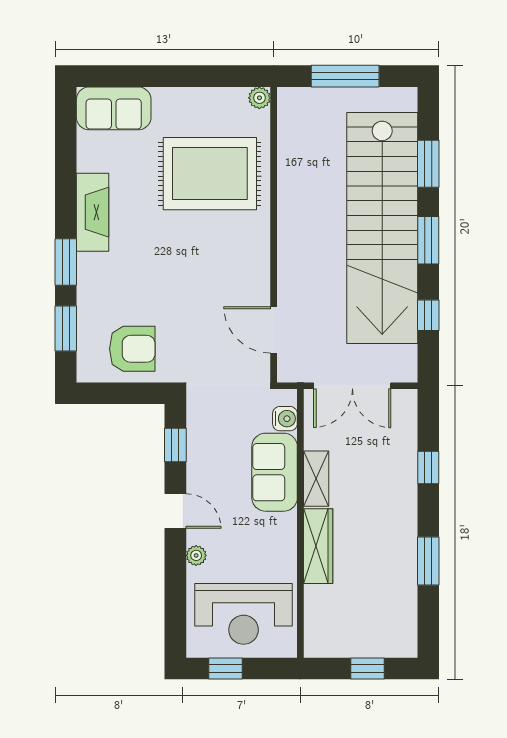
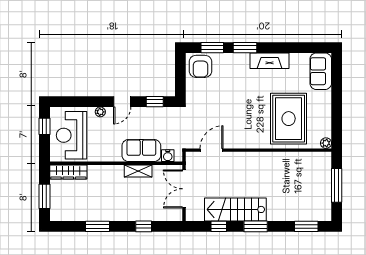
window: (428, 164) -> (306, 226), moved
stairs: (382, 228) -> (235, 209), width x0.54, depth x0.66
armchair: (132, 349) -> (200, 66), moved
wardrobe: (318, 546) -> (68, 172), moved
window: (368, 669) -> (45, 196), width x1.50

